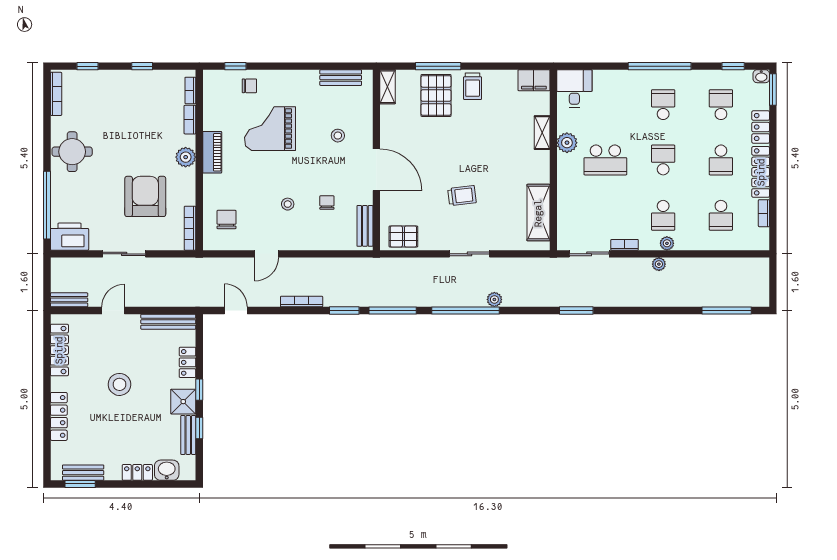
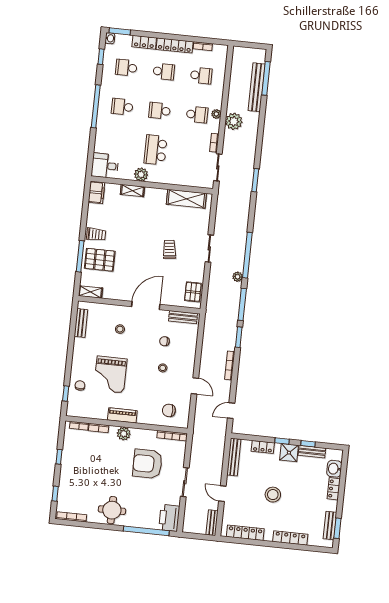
school desk: (605, 160) -> (155, 150), turned 180
plant: (659, 264) -> (234, 121), width x1.88, depth x1.88
bench: (712, 298) -> (257, 87), added
plant: (494, 299) -> (238, 277), moved

